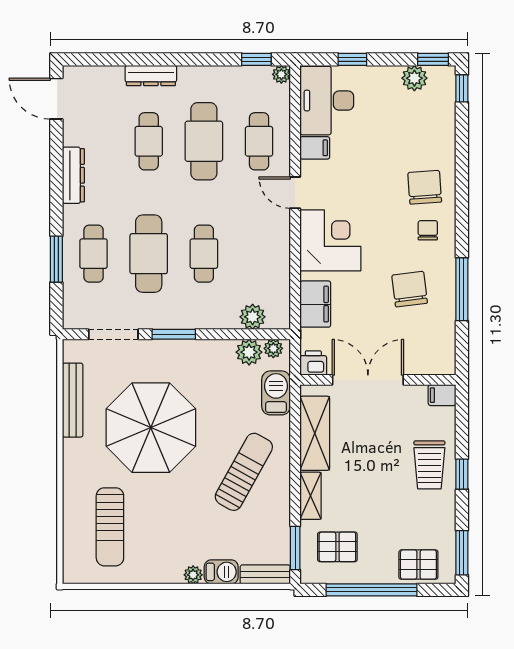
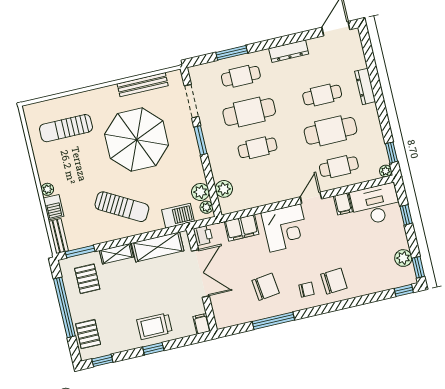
window: (462, 553) -> (102, 361), width x0.67

